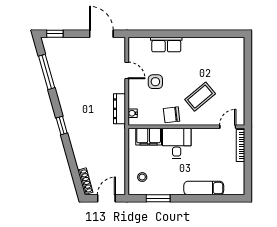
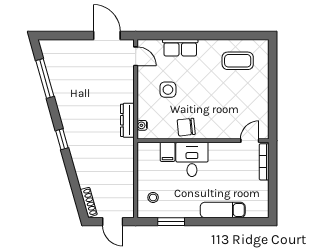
window: (55, 34) -> (54, 35), removed
door: (127, 70) -> (136, 56), moved
coffee table: (200, 97) -> (238, 61), moved, turned 40
filing cabinet: (149, 137) -> (168, 152), width x0.50
door: (106, 198) -> (113, 222), swing flipped

